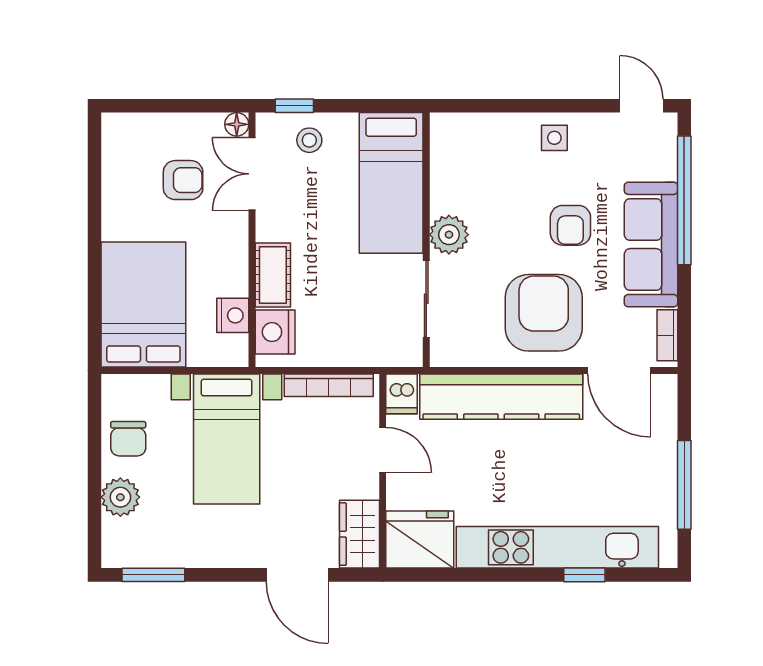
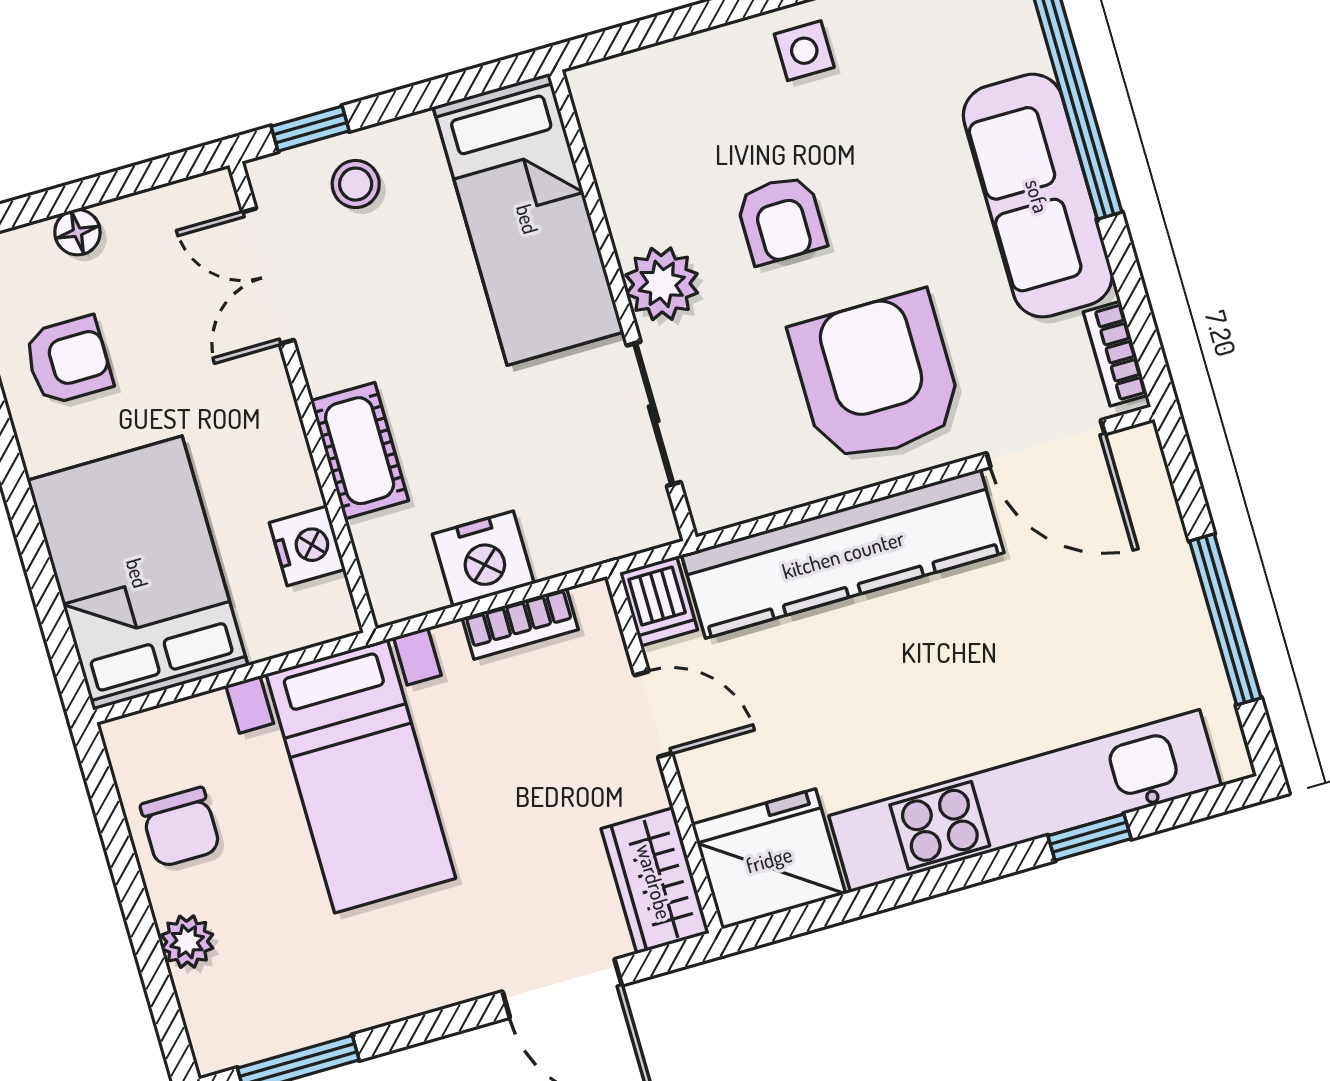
floor lamp: (237, 124) -> (77, 232), moved
armchair: (183, 180) -> (68, 360), moved
armchair: (570, 225) -> (781, 220), moved
nightstand: (275, 332) -> (483, 559), moved, turned -90
bookcase: (329, 385) -> (520, 624), width x0.64
plant: (120, 497) -> (187, 942), width x0.73, depth x0.73

